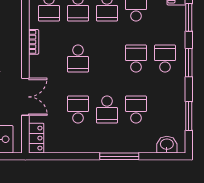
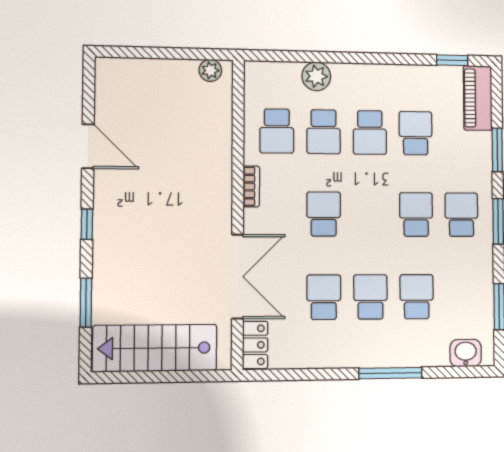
school desk: (78, 59) -> (324, 214), turned 180
double door: (25, 97) -> (238, 277), width x1.37
school desk: (107, 110) -> (370, 297), turned 180

